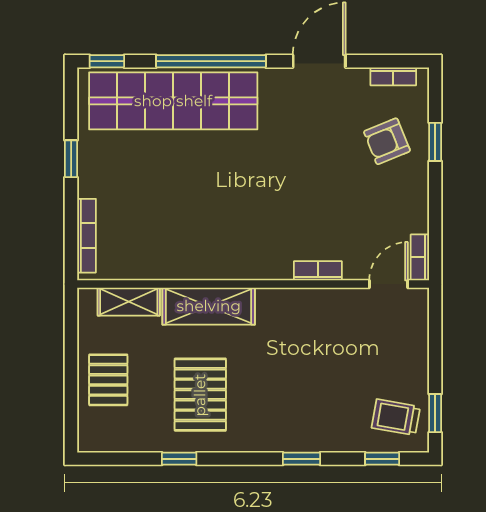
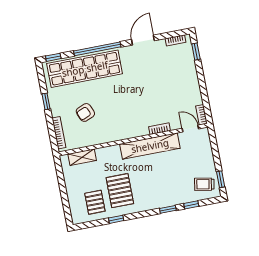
armchair: (387, 141) -> (85, 112), moved
window: (435, 142) -> (196, 51), moved
door: (389, 284) -> (190, 129), hinge flipped
shelving: (209, 306) -> (150, 146), moved, width x1.47
pallet: (108, 380) -> (95, 202), moved
window: (382, 459) -> (191, 205), moved

